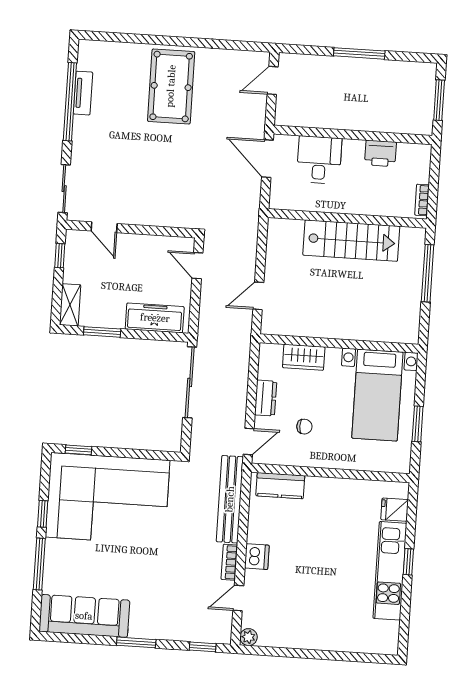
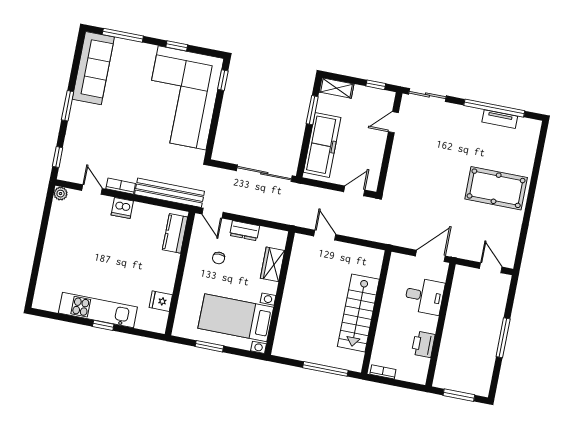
freezer: (155, 318) -> (322, 145), width x1.36, depth x1.26
fridge: (395, 510) -> (161, 301), moved, turned -90
window: (39, 564) -> (123, 35), moved

